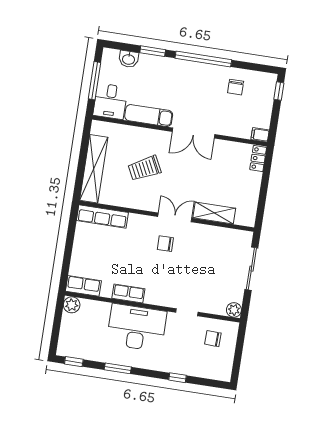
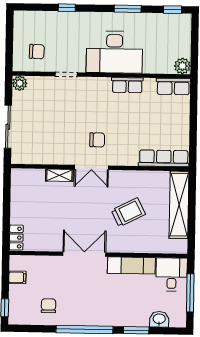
filing cabinet: (260, 135) -> (17, 277), moved
shelving: (214, 213) -> (59, 175), width x0.67, depth x0.75

